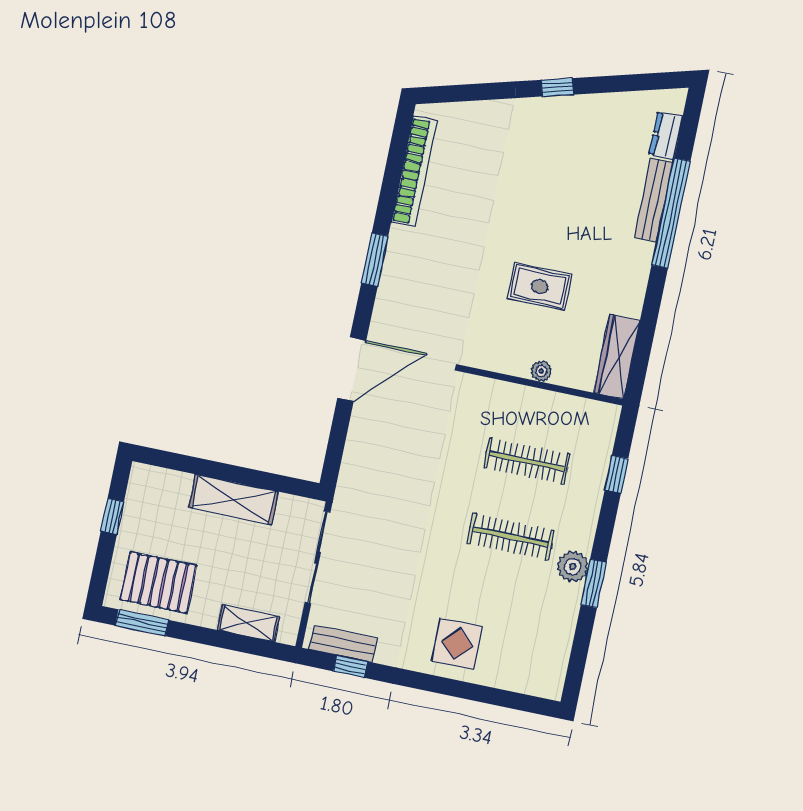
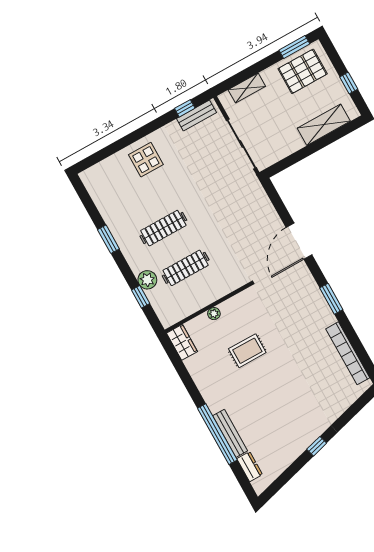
wardrobe: (617, 357) -> (182, 342), width x0.67
shelving: (234, 500) -> (324, 125), moved
plant: (573, 567) -> (147, 280), moved

